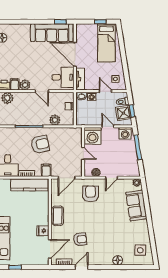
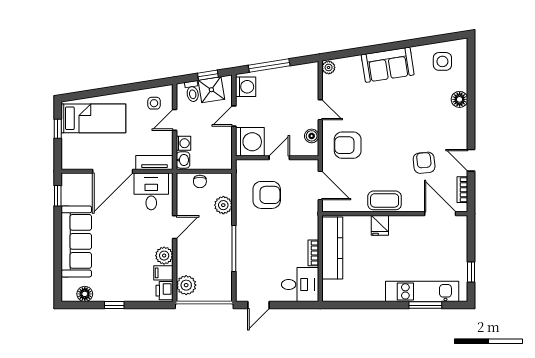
sofa: (52, 33) -> (76, 241), moved
armchair: (40, 144) -> (267, 195), moved, turned 102
filing cabinet: (46, 170) -> (308, 220), removed
sofa: (136, 205) -> (388, 65), moved
fridge: (43, 231) -> (380, 225), moved

